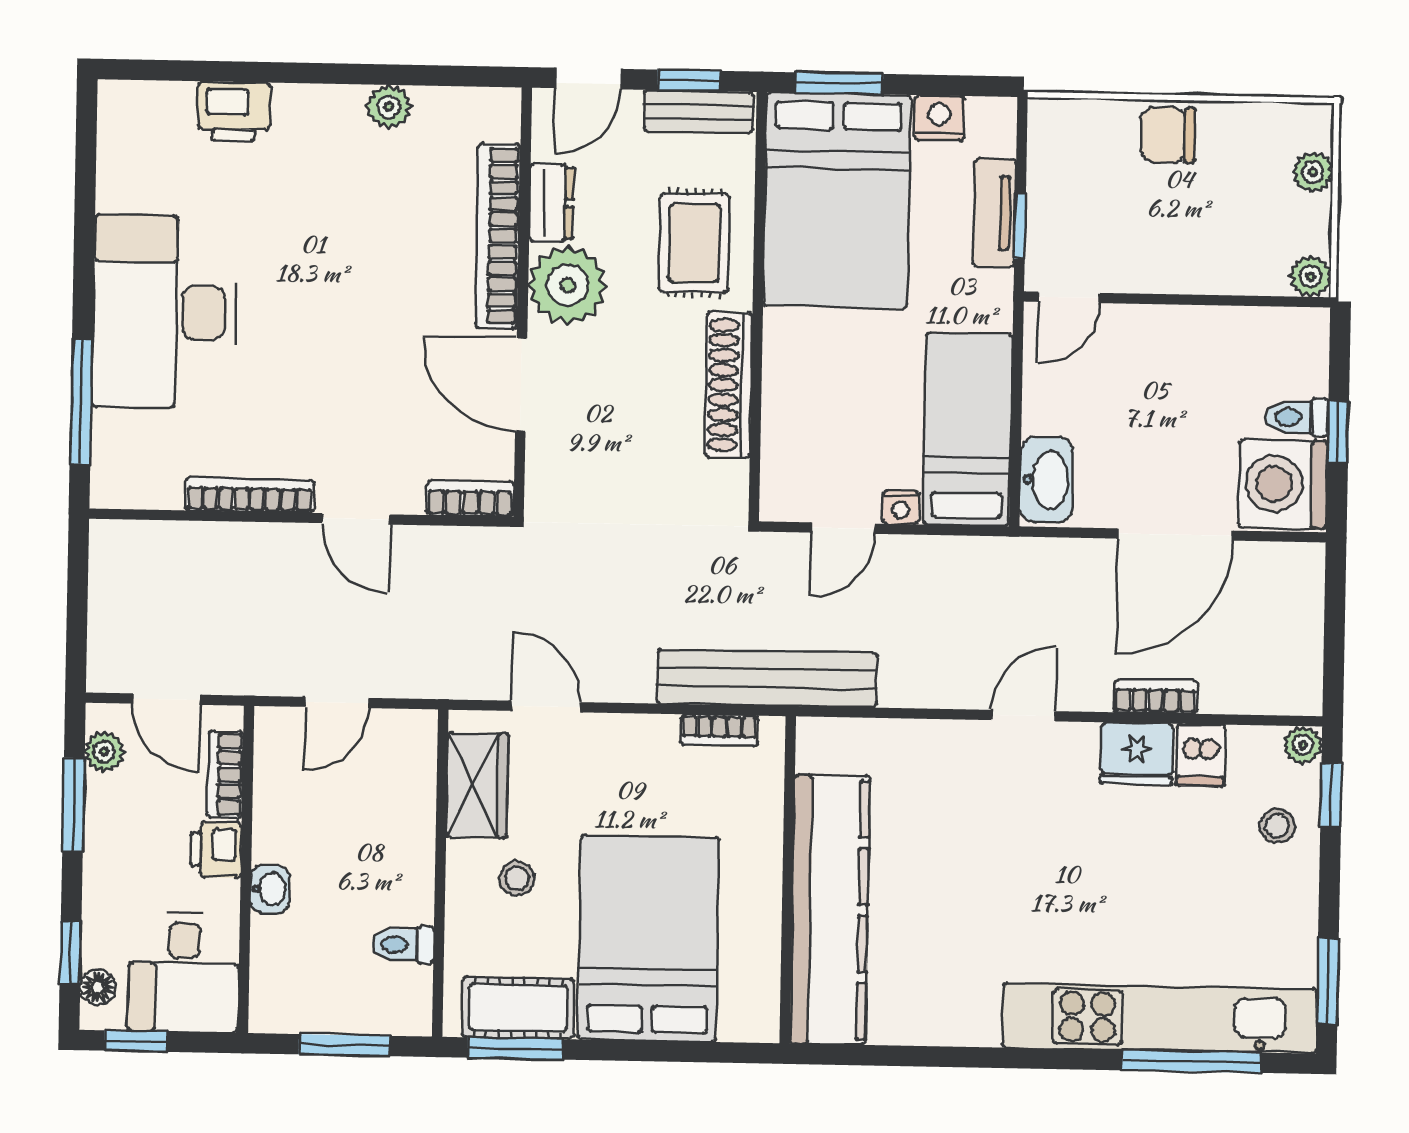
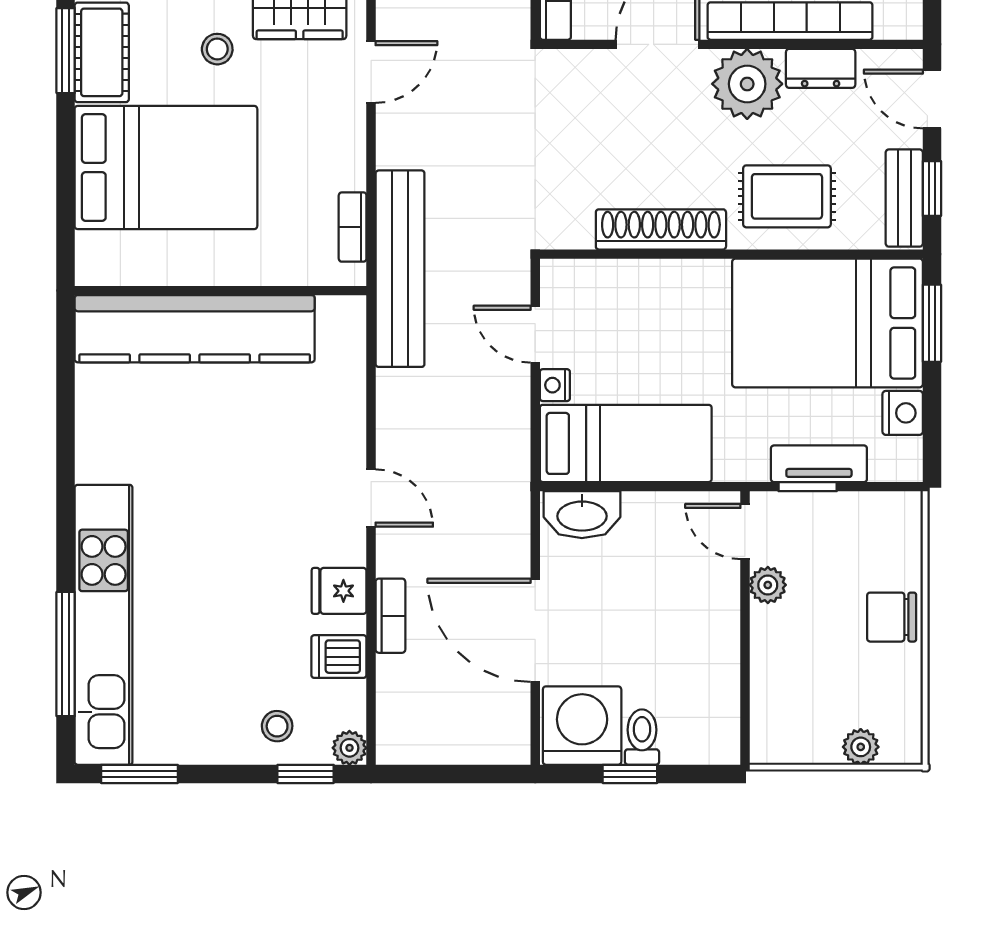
chair: (1168, 135) -> (892, 617), turned -90
plant: (1310, 276) -> (768, 585), moved
fridge: (1137, 754) -> (339, 591), width x0.72

